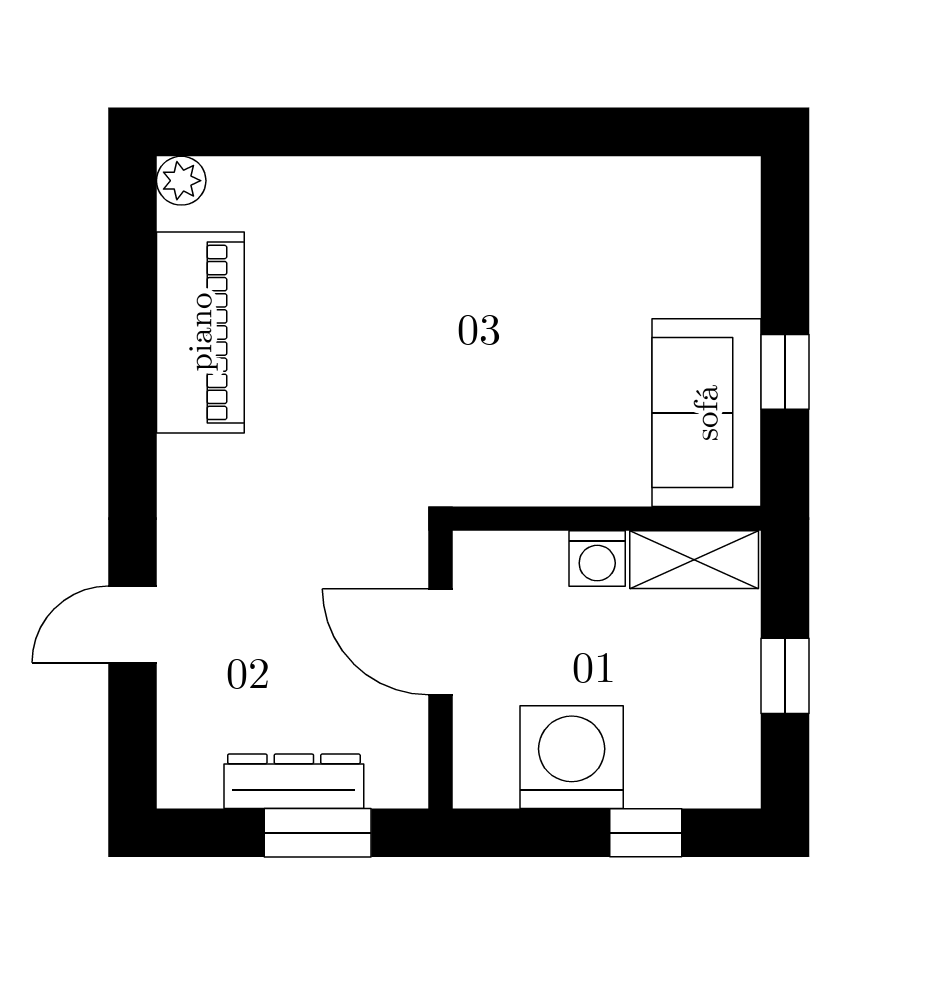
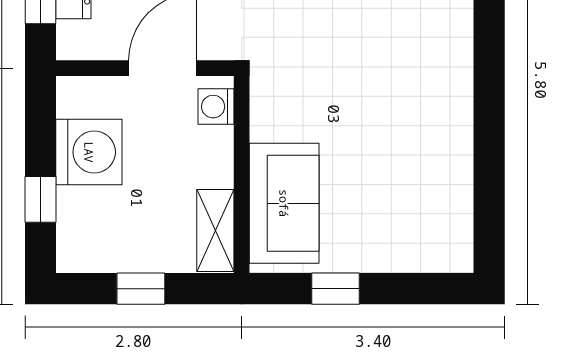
sofa: (706, 413) -> (284, 203), moved, turned 90
washing machine: (597, 559) -> (216, 107), moved

